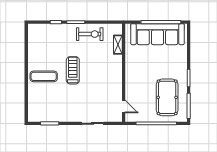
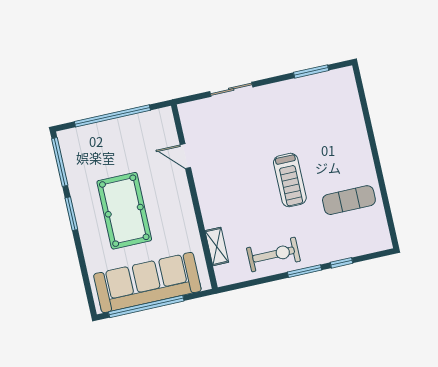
exercise bike: (90, 34) -> (274, 254), turned 180
exercise mat: (44, 76) -> (349, 200), moved
pool table: (167, 97) -> (124, 211), moved
door: (124, 106) -> (185, 156), moved

